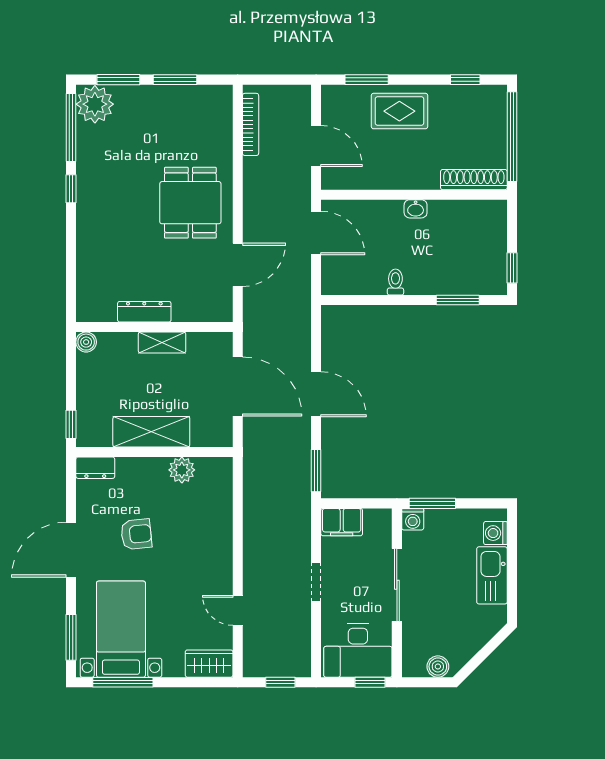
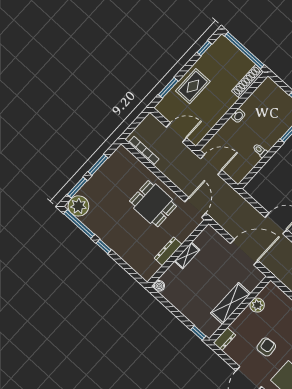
dresser: (144, 312) -> (168, 251), moved
wall: (154, 327) -> (178, 253), moved
boiler: (86, 342) -> (159, 286), moved
shelving: (162, 343) -> (187, 256), moved

